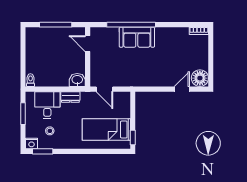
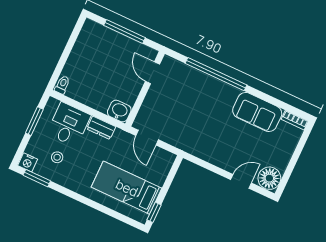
sofa: (137, 37) -> (257, 112), moved

